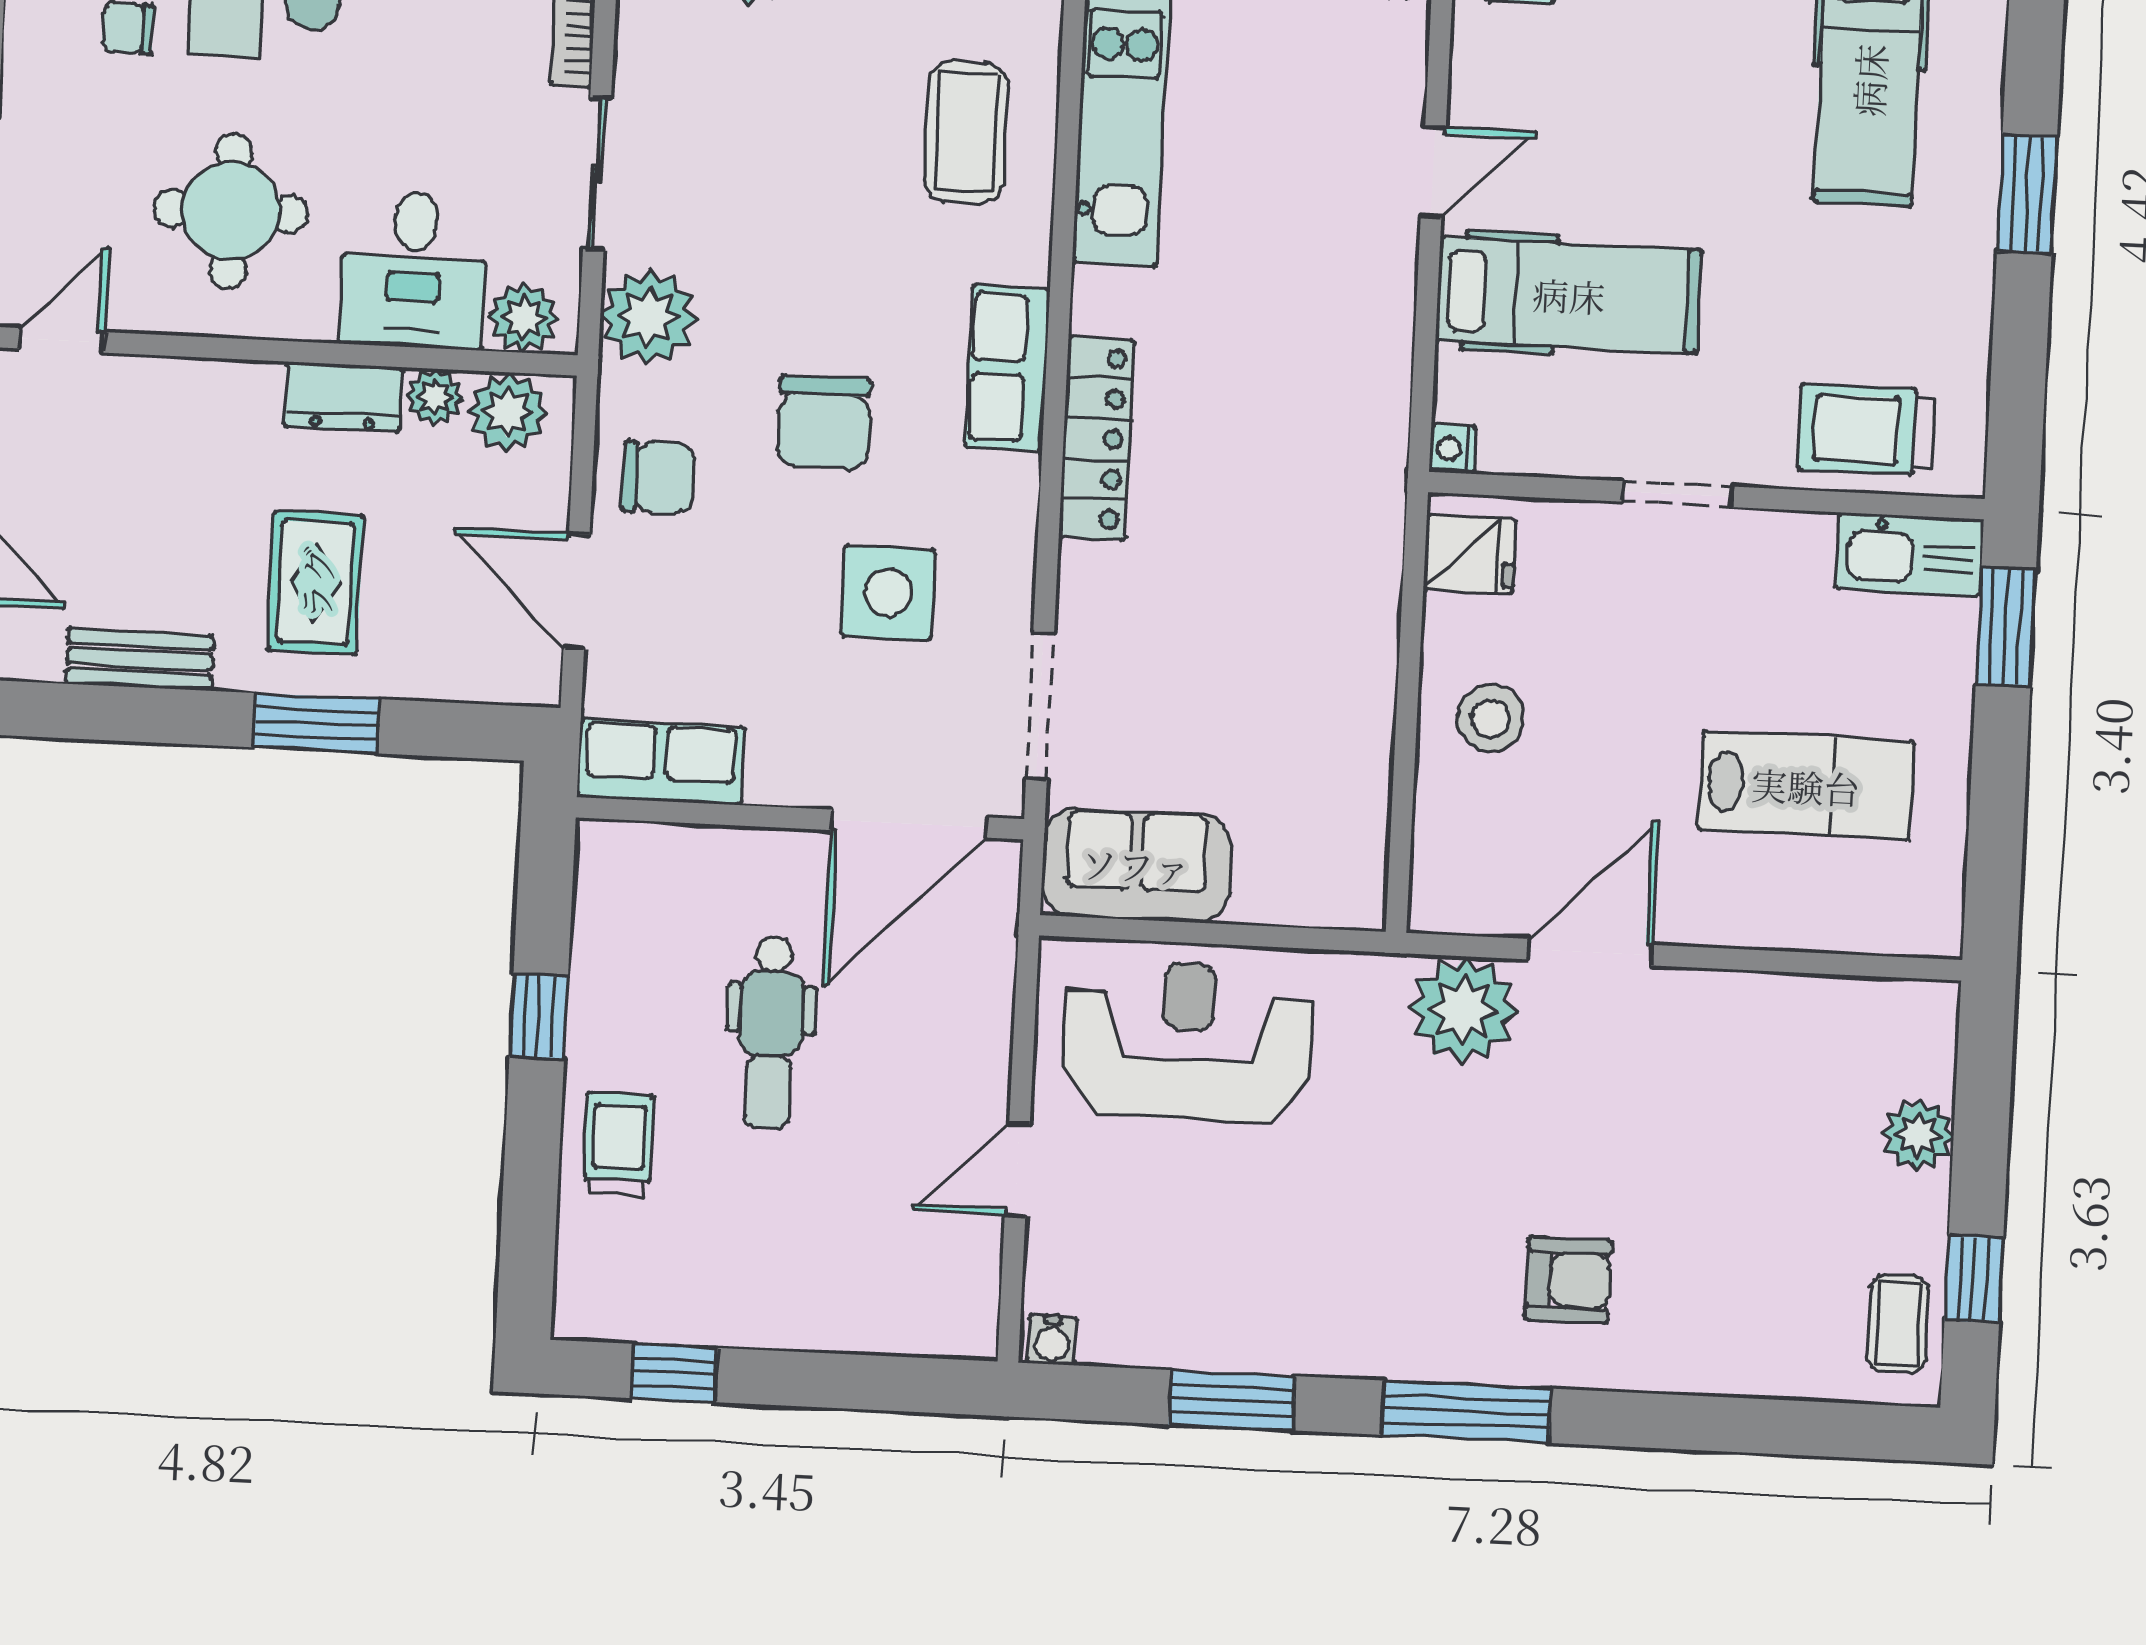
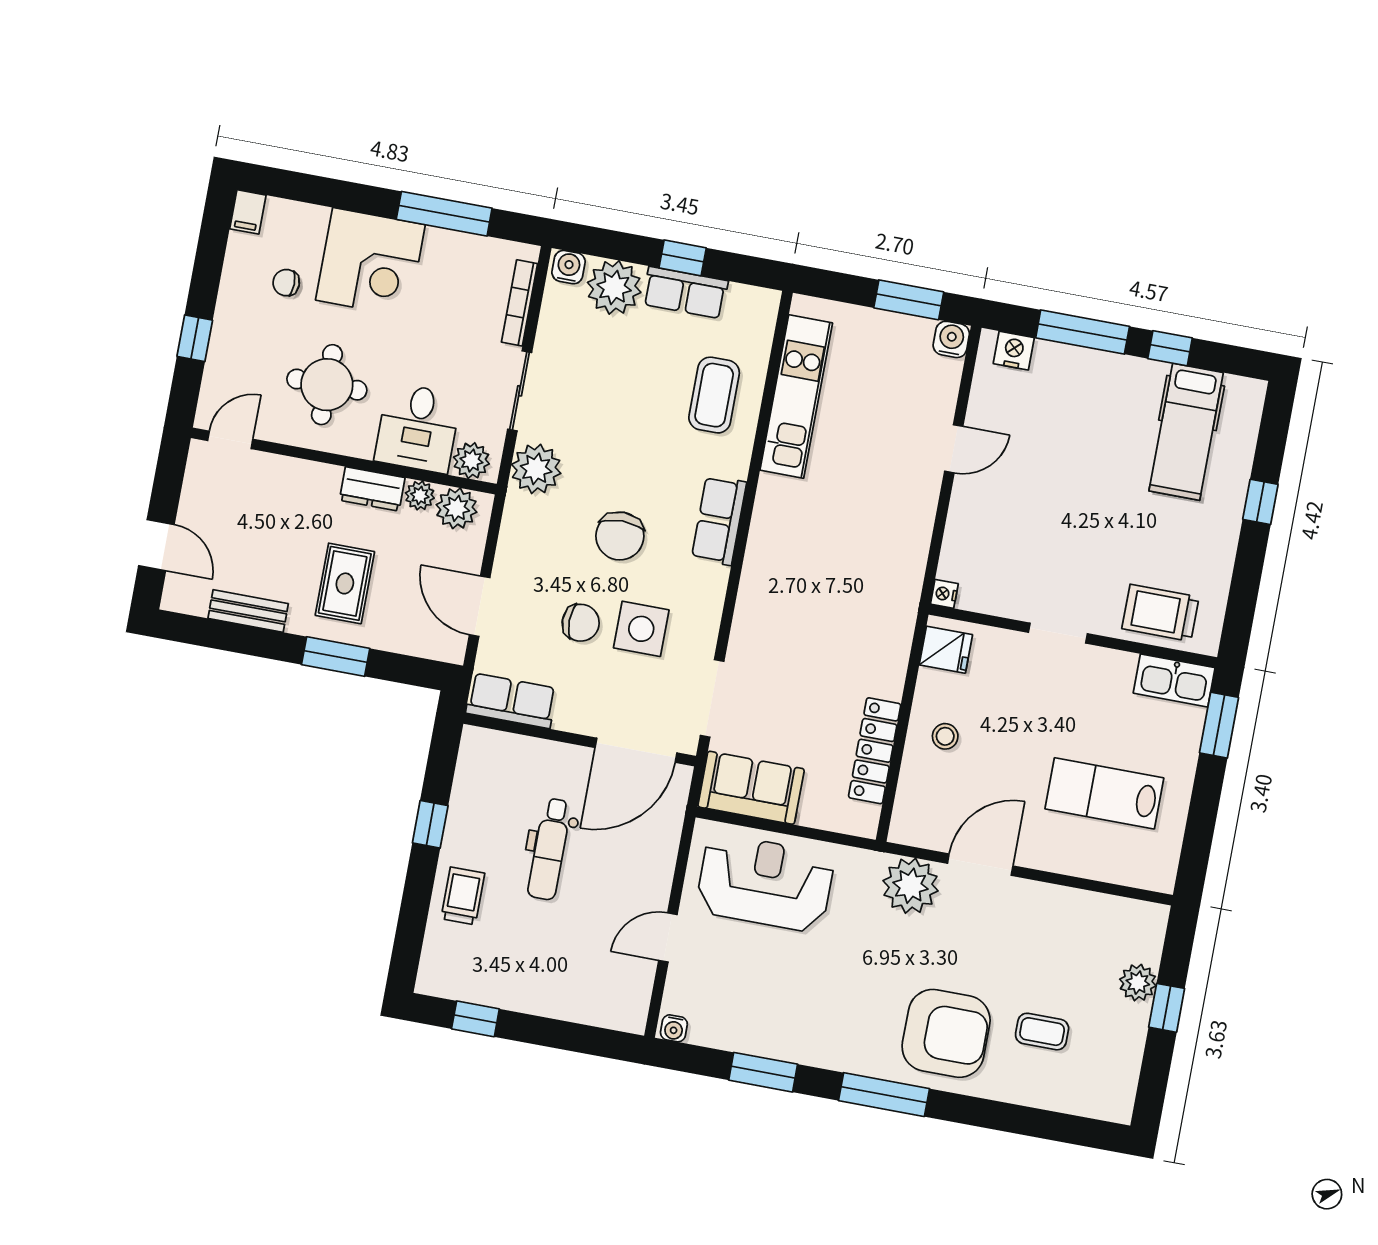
window: (2027, 194) -> (1260, 502), width x0.67
hospital bed: (1569, 295) -> (1015, 522), removed
locker: (1097, 438) -> (875, 751), moved, turned 180
chair: (658, 477) -> (581, 623), moved
stool: (1491, 718) -> (945, 736), width x0.73, depth x0.73
lab bench: (1806, 786) -> (1104, 793), turned 180
window: (1974, 1279) -> (1167, 1008), moved
armchair: (1568, 1280) -> (946, 1033), width x1.88, depth x1.88
coffee table: (1898, 1324) -> (1042, 1032), moved, turned 90

